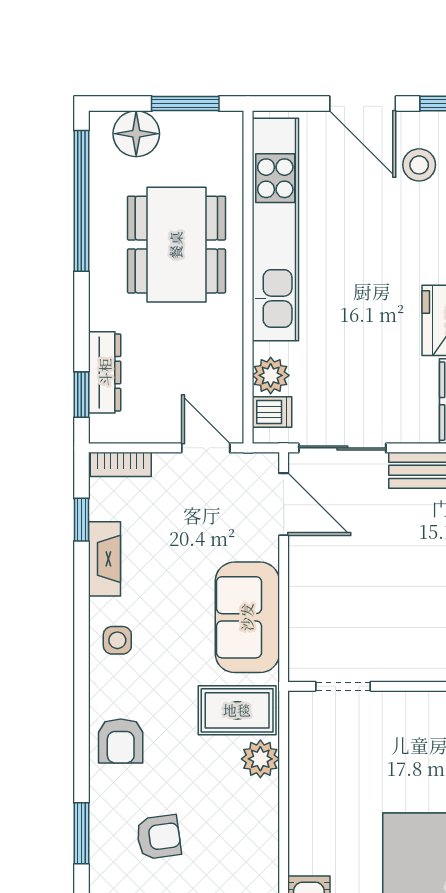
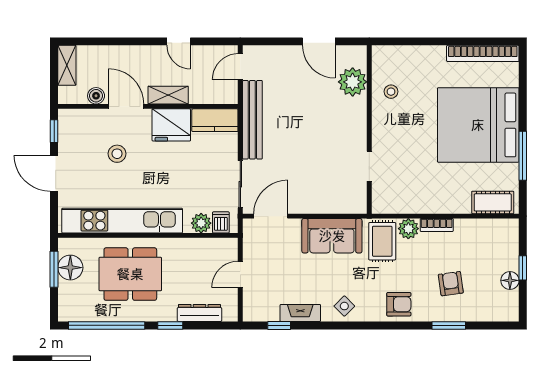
door: (363, 104) -> (54, 173), swing flipped
floor lamp: (136, 134) -> (70, 268), moved
stool: (419, 165) -> (117, 154), moved
window: (81, 395) -> (170, 325), moved
door: (206, 448) -> (240, 275), moved
bookcase: (121, 464) -> (437, 225), moved, turned 90
side table: (117, 640) -> (344, 306), turned 45
doorway: (343, 686) -> (369, 166), moved

